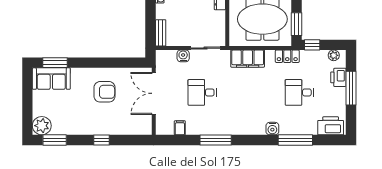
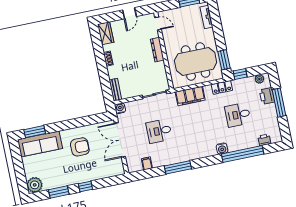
water cooler: (183, 56) -> (120, 108), moved
sofa: (51, 79) -> (40, 144), width x1.36
printer: (331, 126) -> (264, 140), width x0.53, depth x0.68
window: (55, 140) -> (59, 192), moved
window: (295, 140) -> (243, 154), width x1.46

